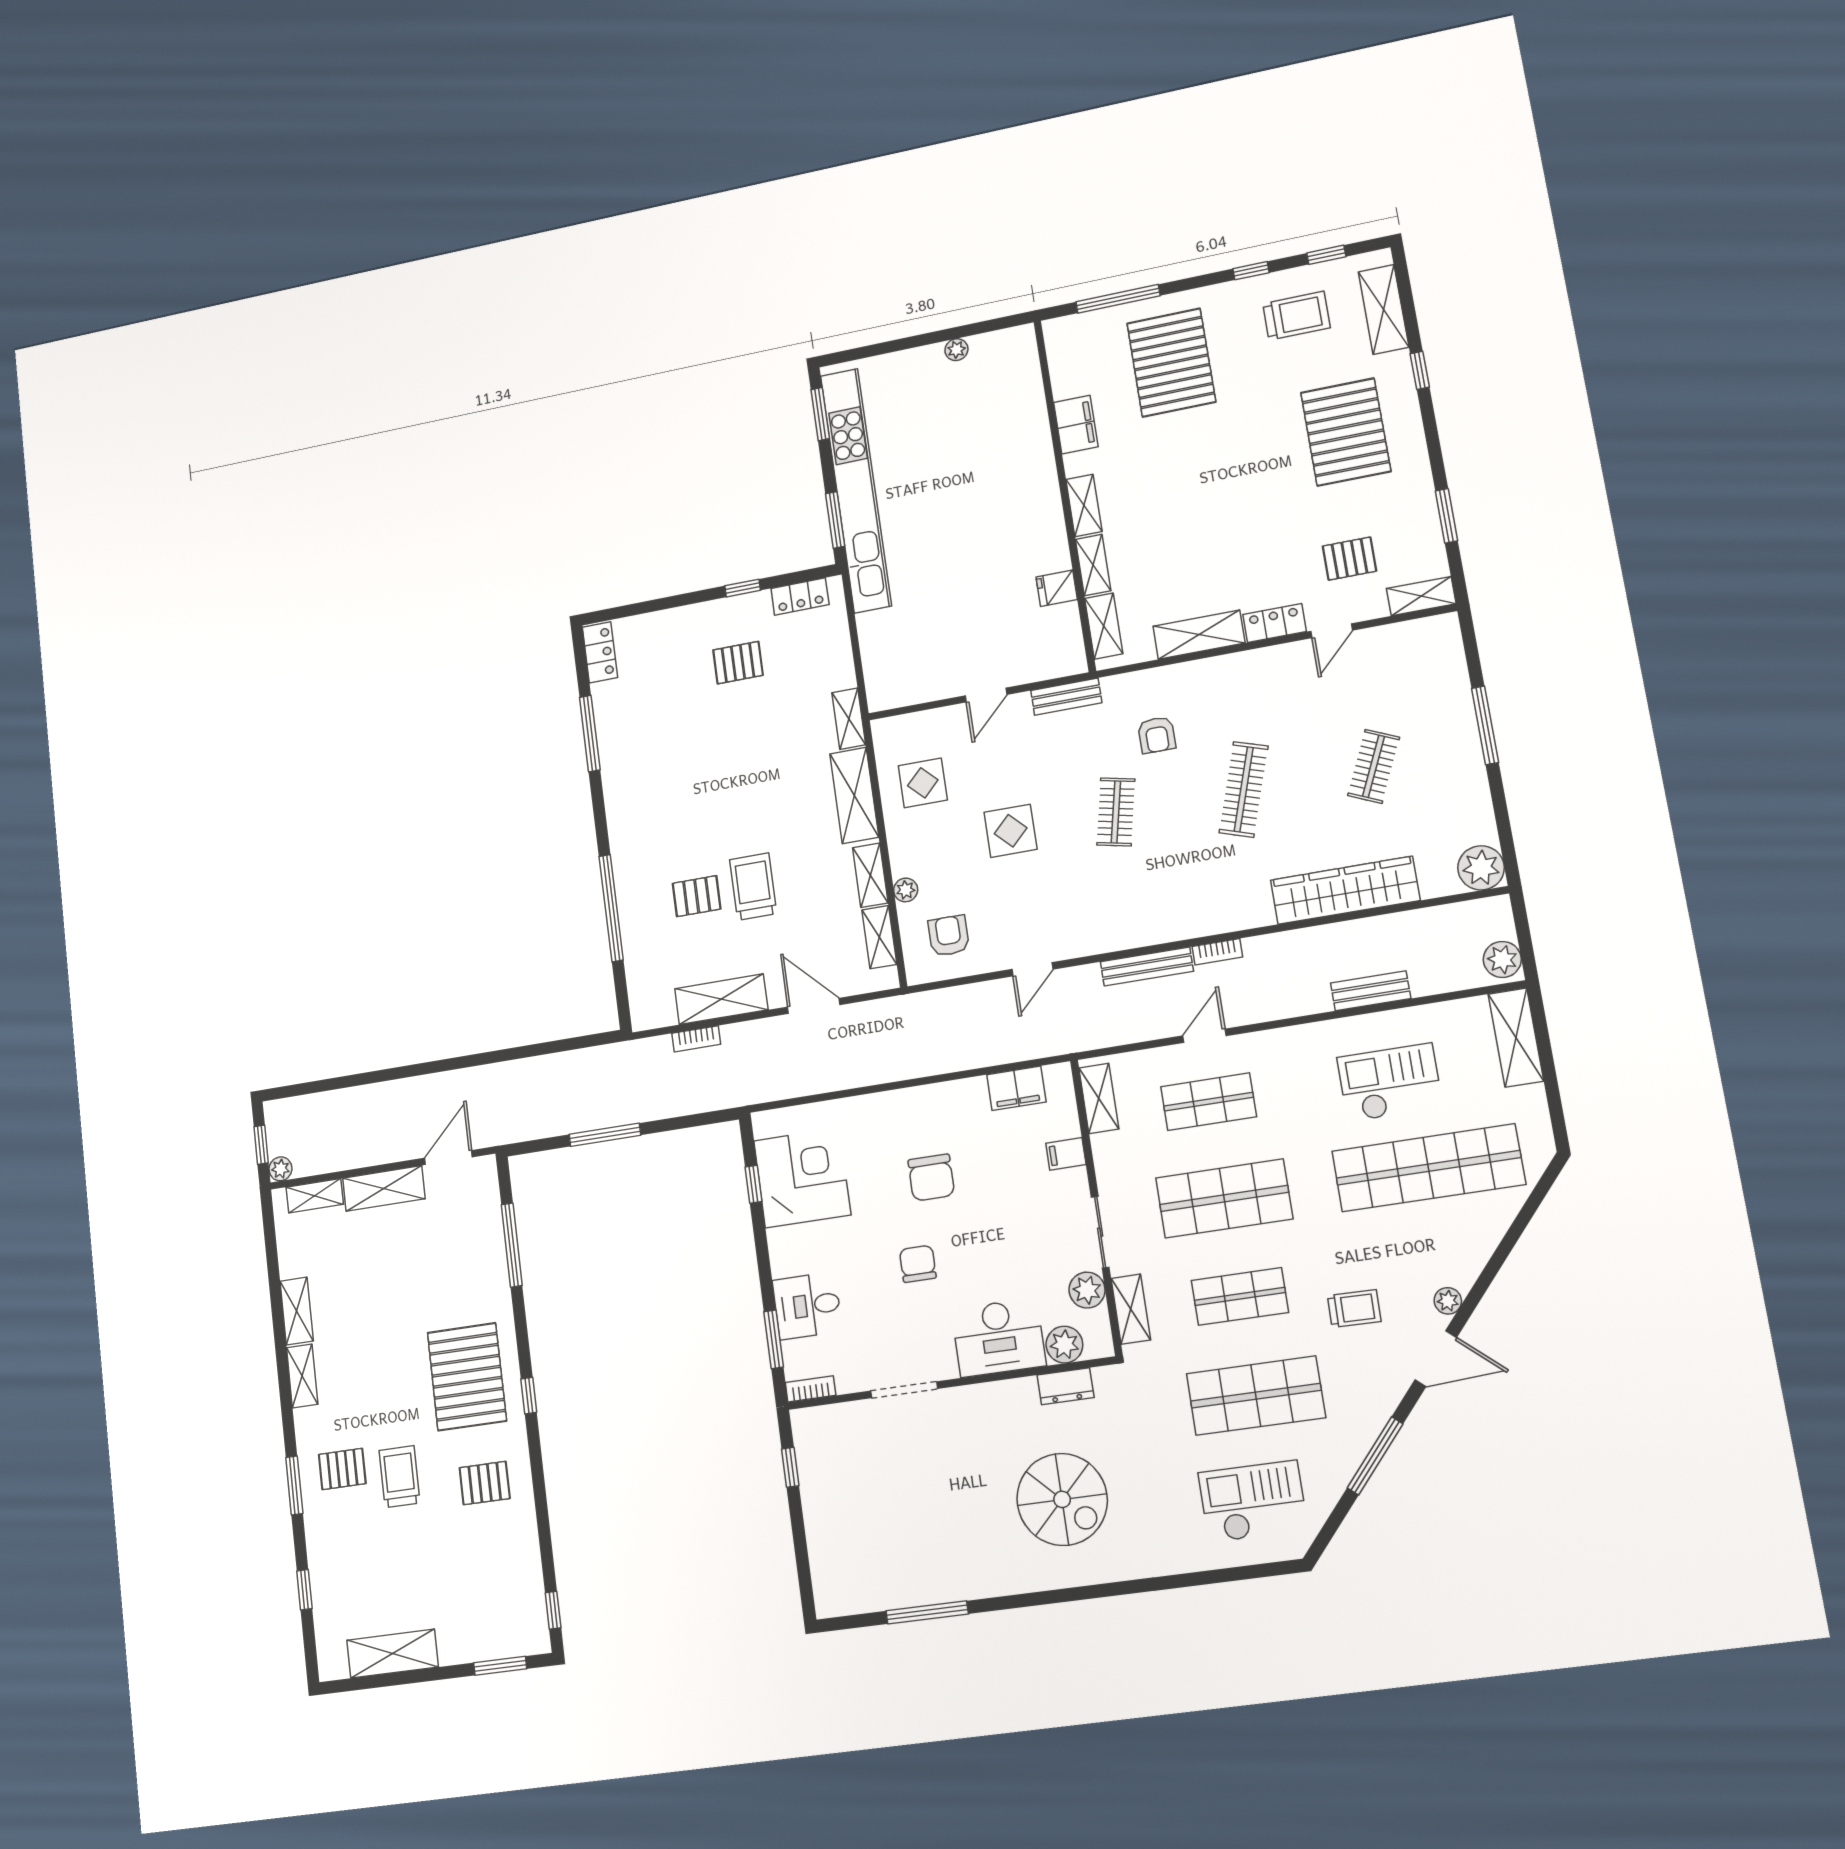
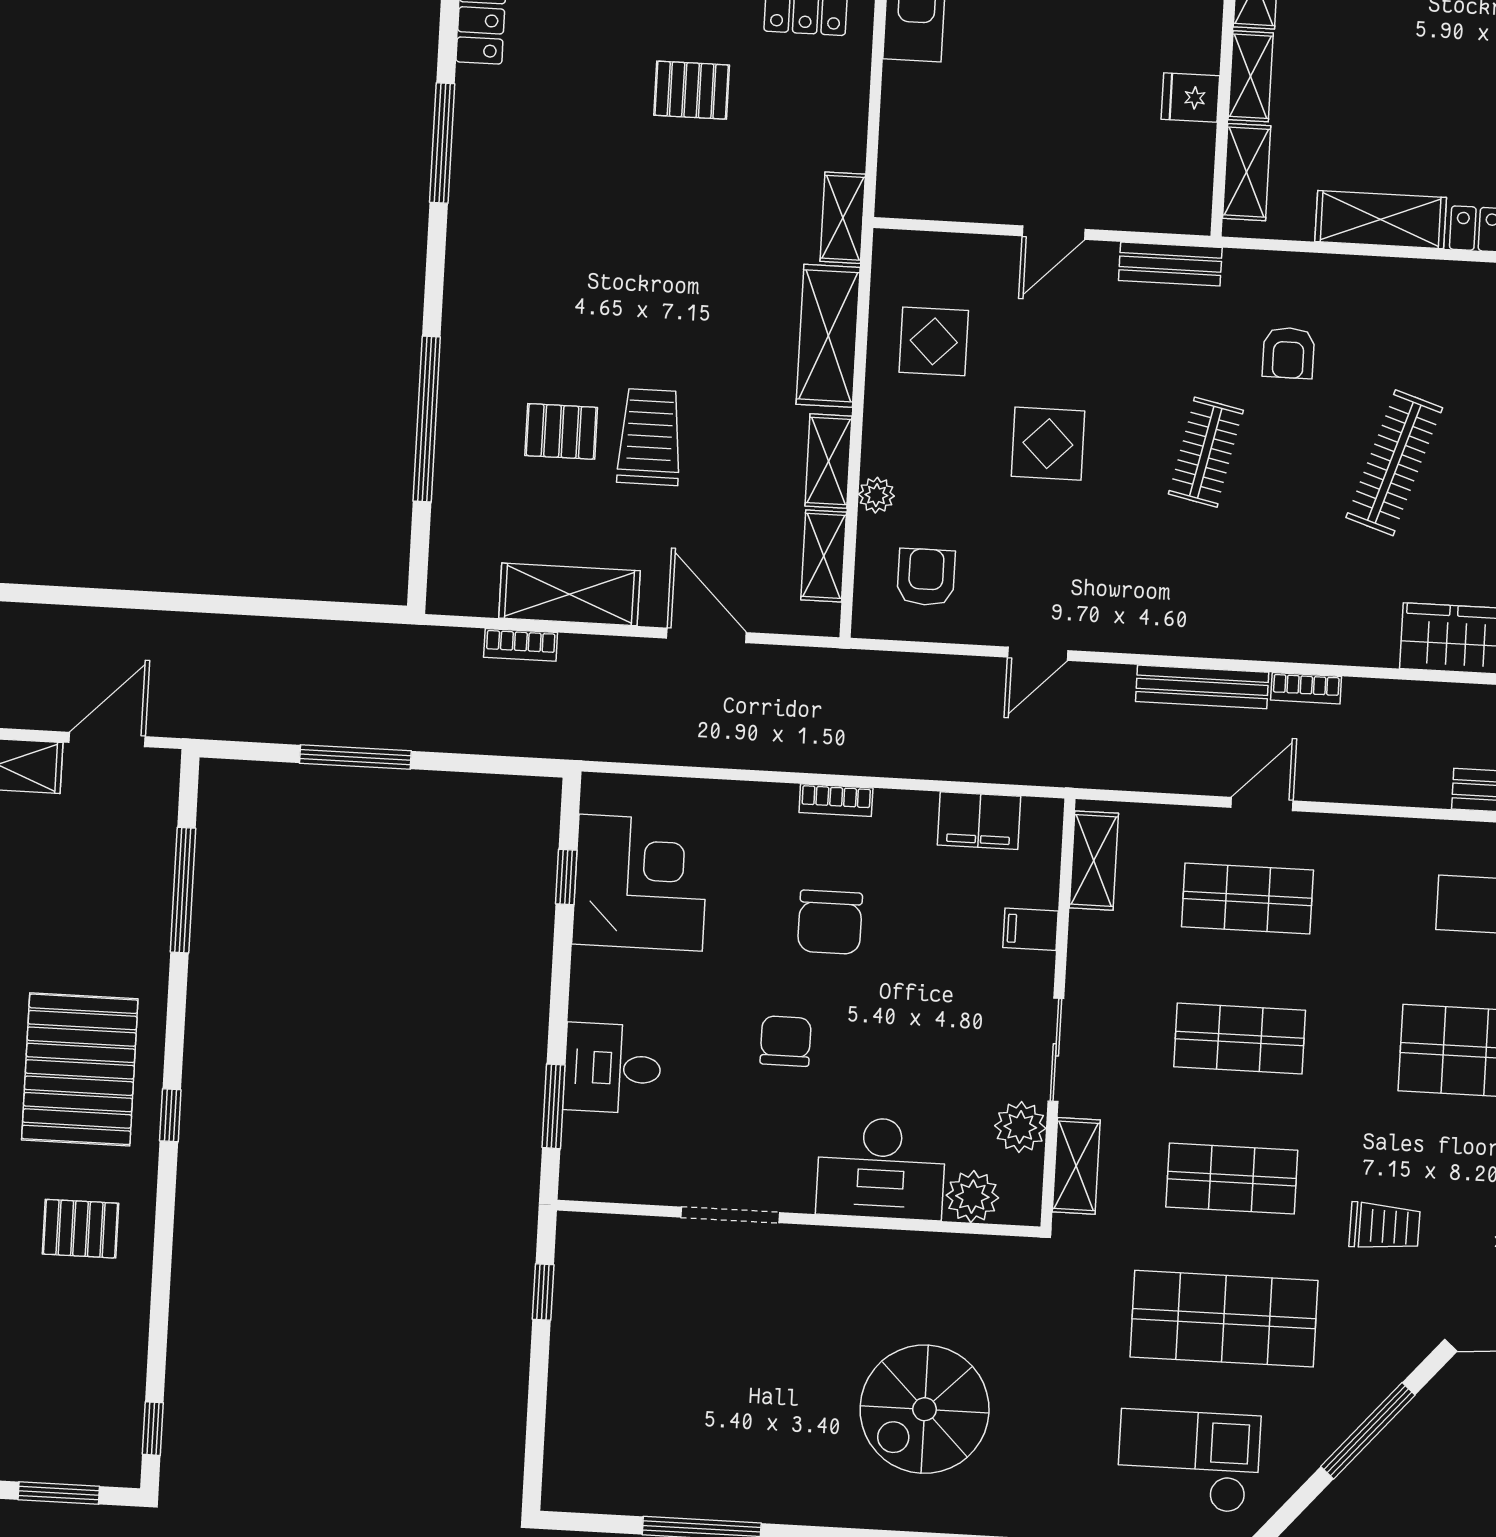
shop shelf: (1224, 1198) -> (1240, 1039), width x0.70, depth x0.74
dresser: (1066, 1386) -> (962, 1255), removed
bookcase: (811, 1389) -> (836, 800), moved, turned 180
spiral stairs: (1062, 1499) -> (925, 1409), turned 90

